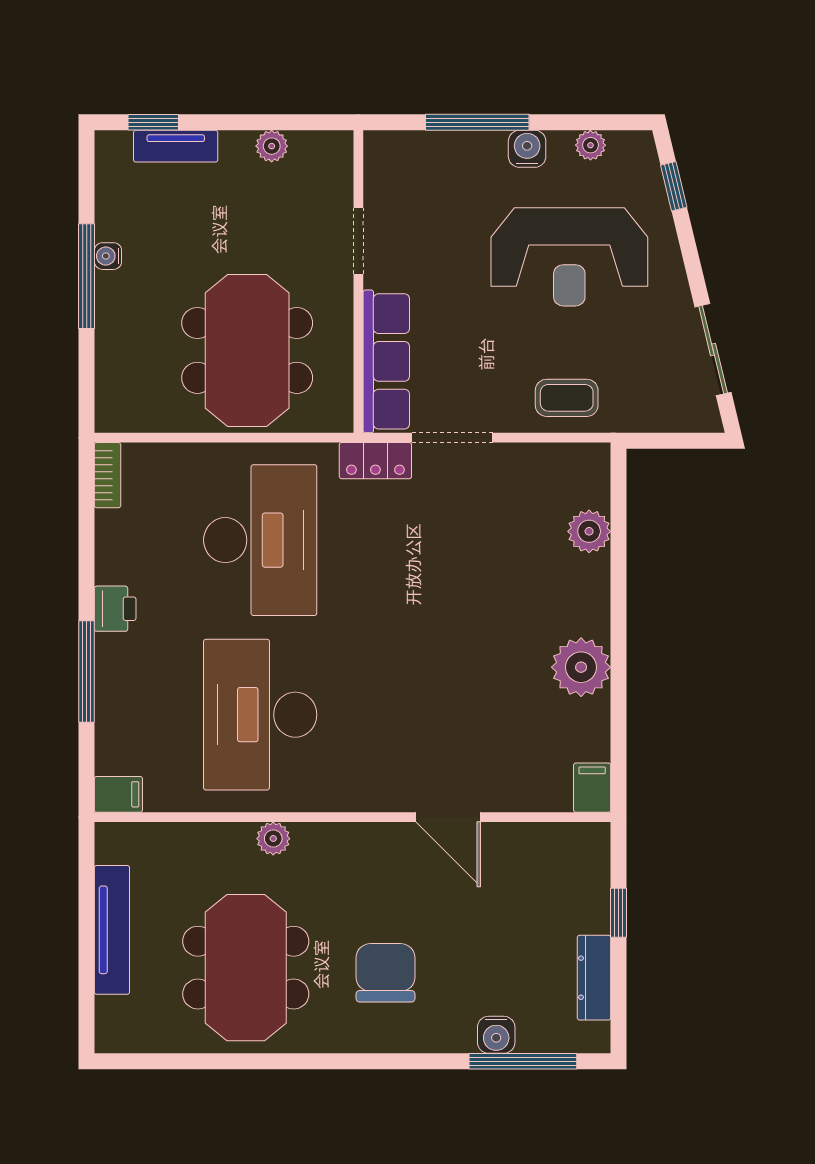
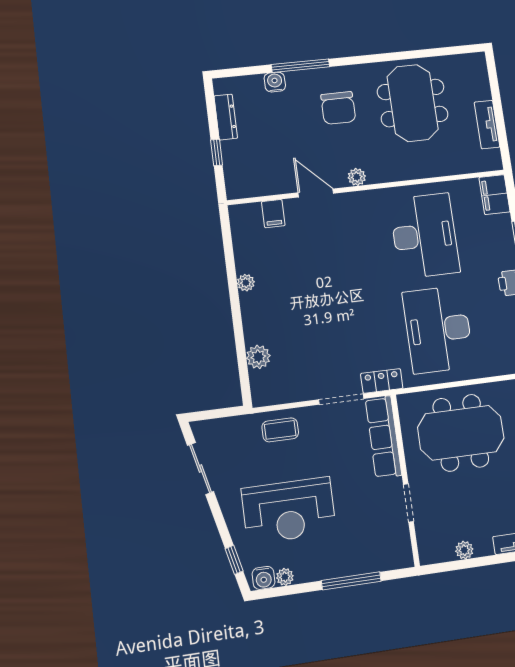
water cooler: (527, 149) -> (264, 578), moved
reception desk: (569, 257) -> (289, 510), turned 180
meeting table: (247, 350) -> (461, 433), turned 90
plant: (581, 667) -> (246, 283), width x0.53, depth x0.53
filing cabinet: (592, 788) -> (273, 214), moved
filing cabinet: (118, 794) -> (495, 195), width x2.00
plant: (273, 839) -> (357, 177), moved
tv unit: (112, 930) -> (487, 125), width x0.71
window: (523, 1061) -> (300, 66), moved

